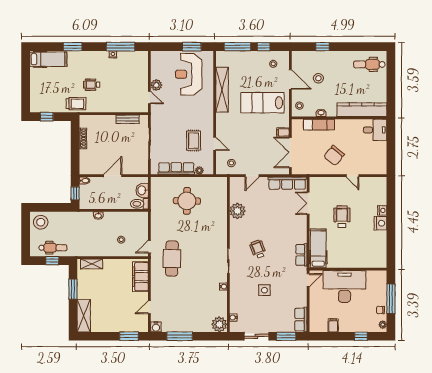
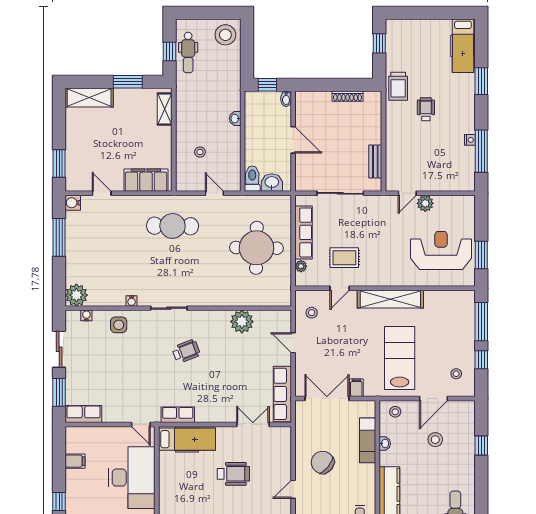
shelving: (222, 90) -> (390, 299), moved
round table: (187, 201) -> (256, 248), width x1.36, depth x1.36
door: (149, 247) -> (214, 193), moved
side table: (264, 290) -> (119, 325), moved

